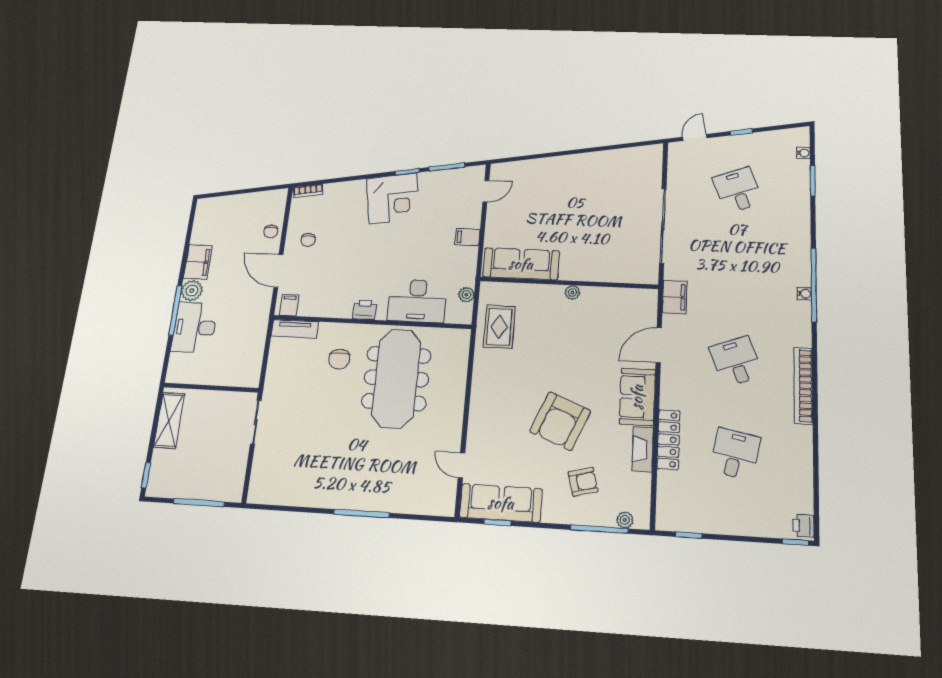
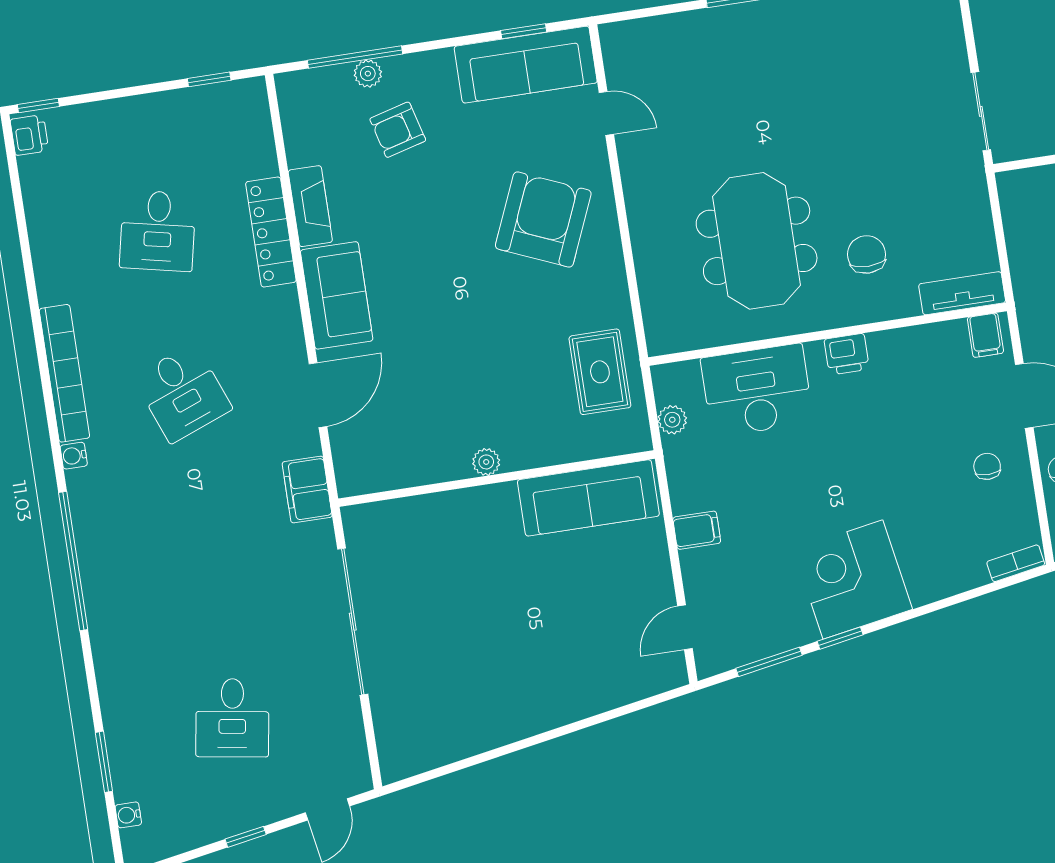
desk: (738, 190) -> (232, 718), turned 30
water cooler: (804, 294) -> (74, 456), moved
meeting table: (396, 378) -> (757, 241), width x0.73
armchair: (560, 421) -> (543, 220), moved
plant: (625, 520) -> (368, 74), moved

